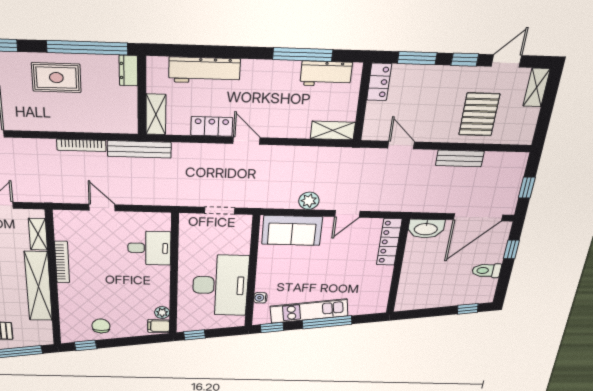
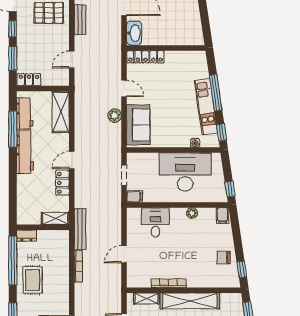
workbench: (204, 70) -> (25, 152), moved
shelving: (333, 130) -> (61, 112), width x1.50, depth x1.33
filing cabinet: (187, 223) -> (134, 197), added
plant: (162, 313) -> (192, 213), moved

